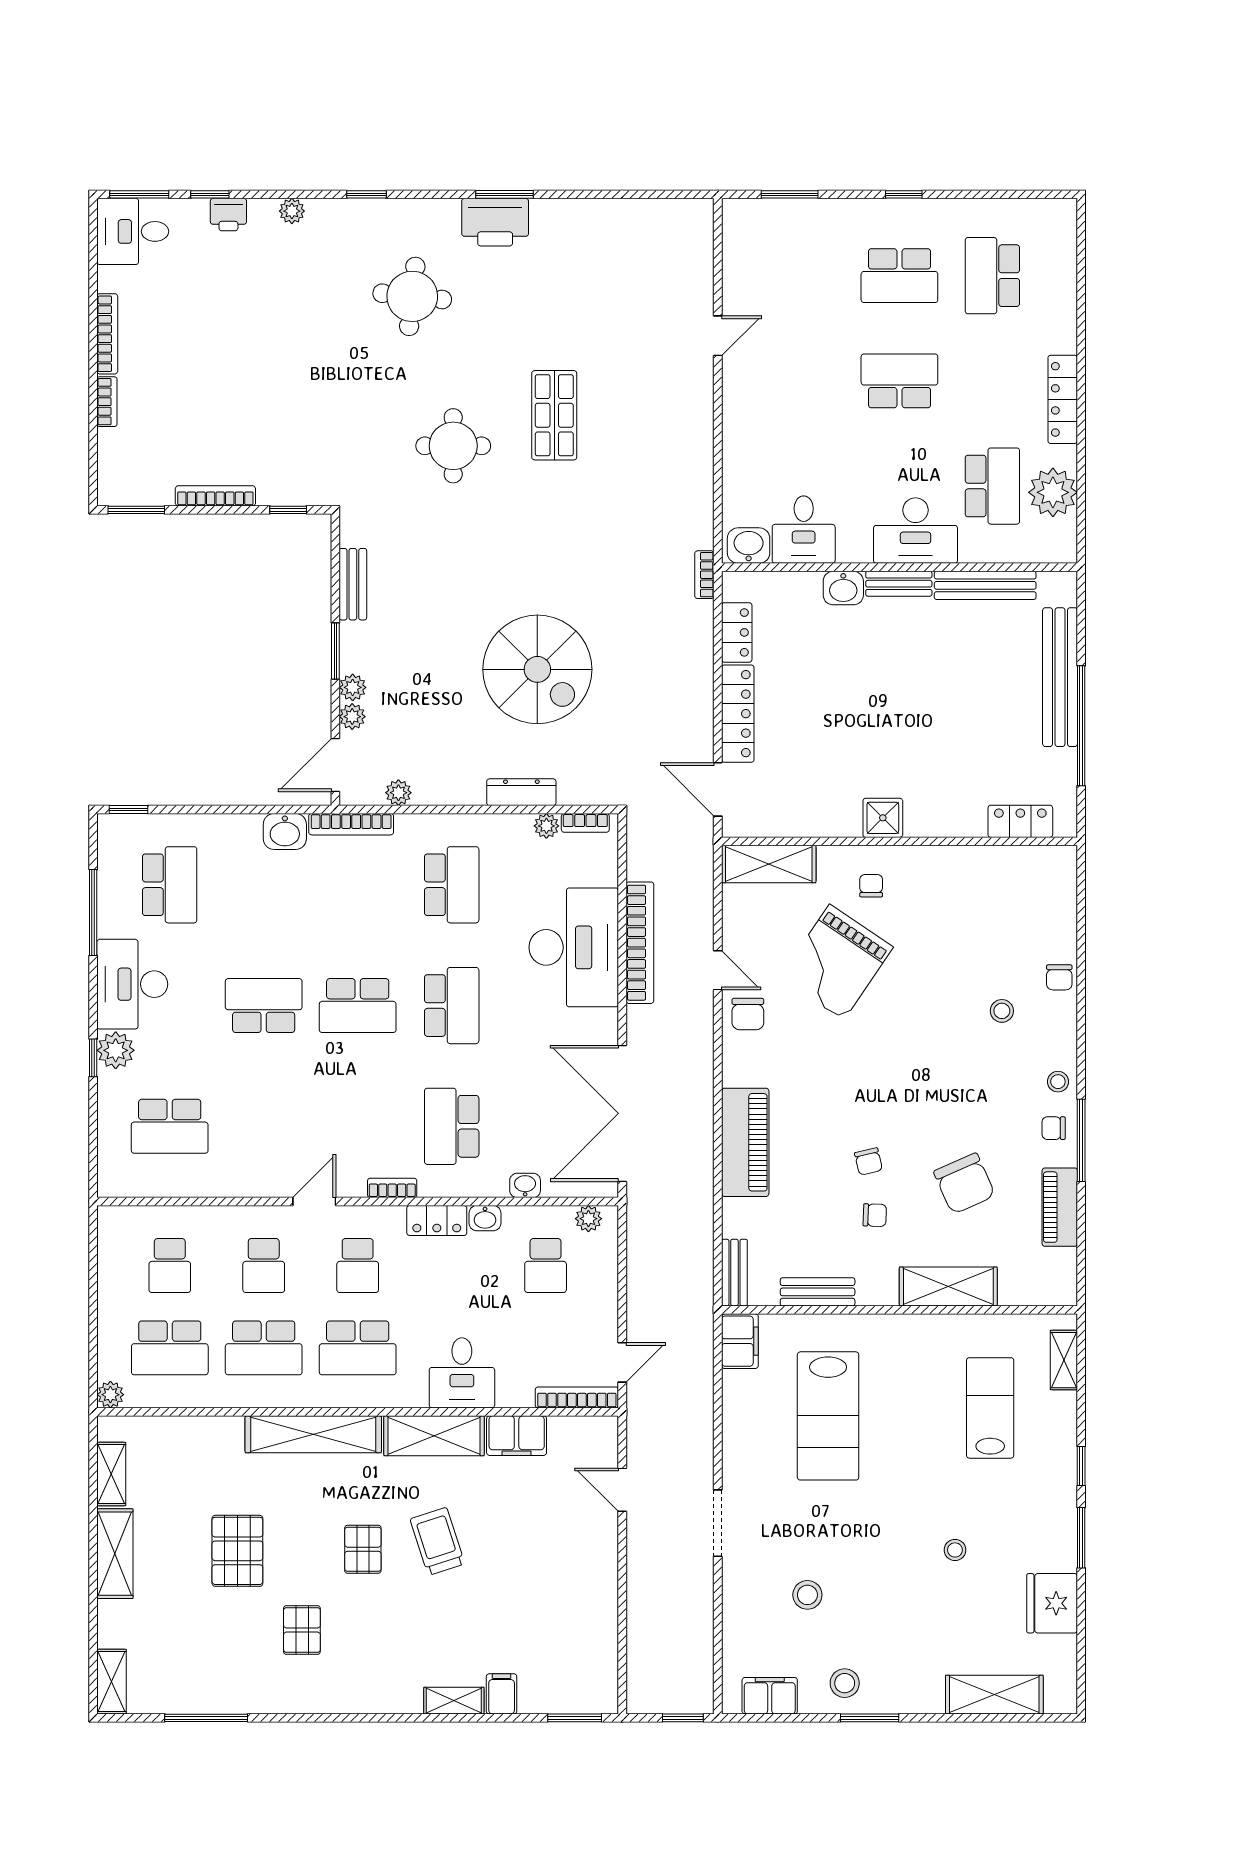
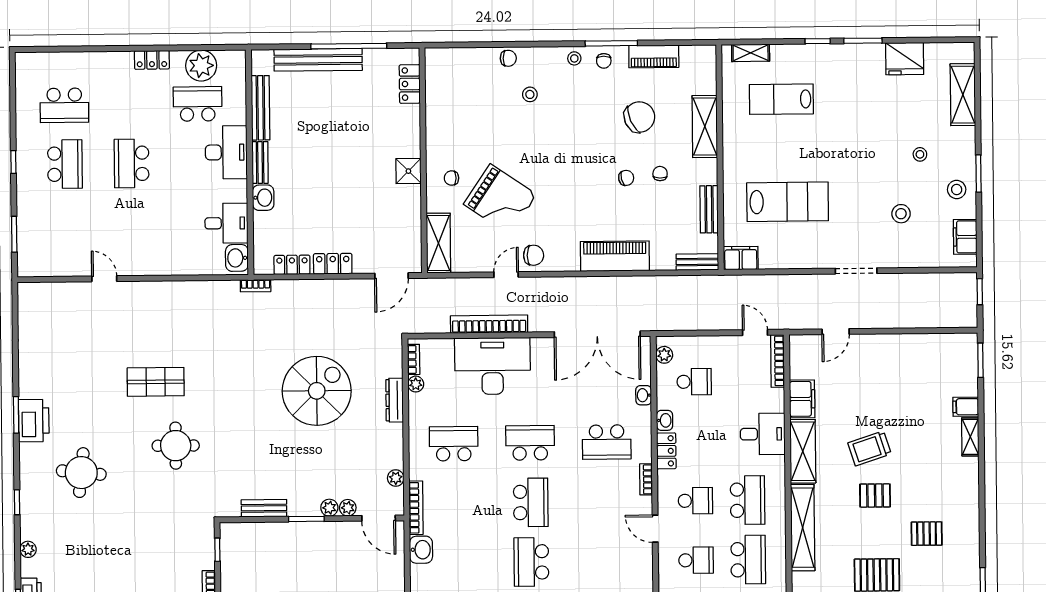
locker: (1063, 399) -> (152, 60), width x0.66
locker: (738, 714) -> (333, 264), width x0.66
stool: (955, 1550) -> (920, 154), moved

